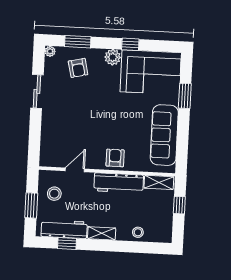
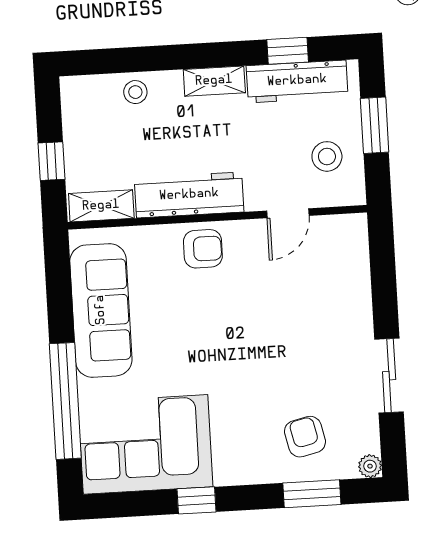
plant: (113, 57) -> (232, 468), removed
window: (185, 96) -> (65, 401), width x2.11
armchair: (115, 158) -> (203, 249), turned -90

